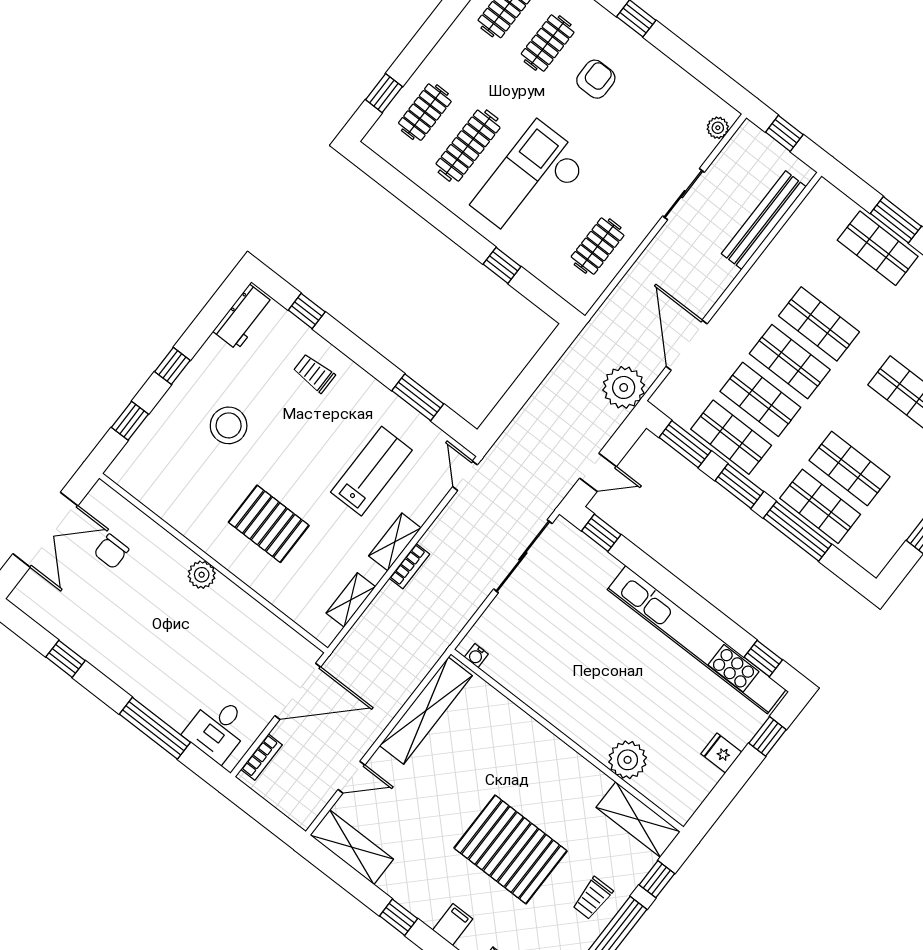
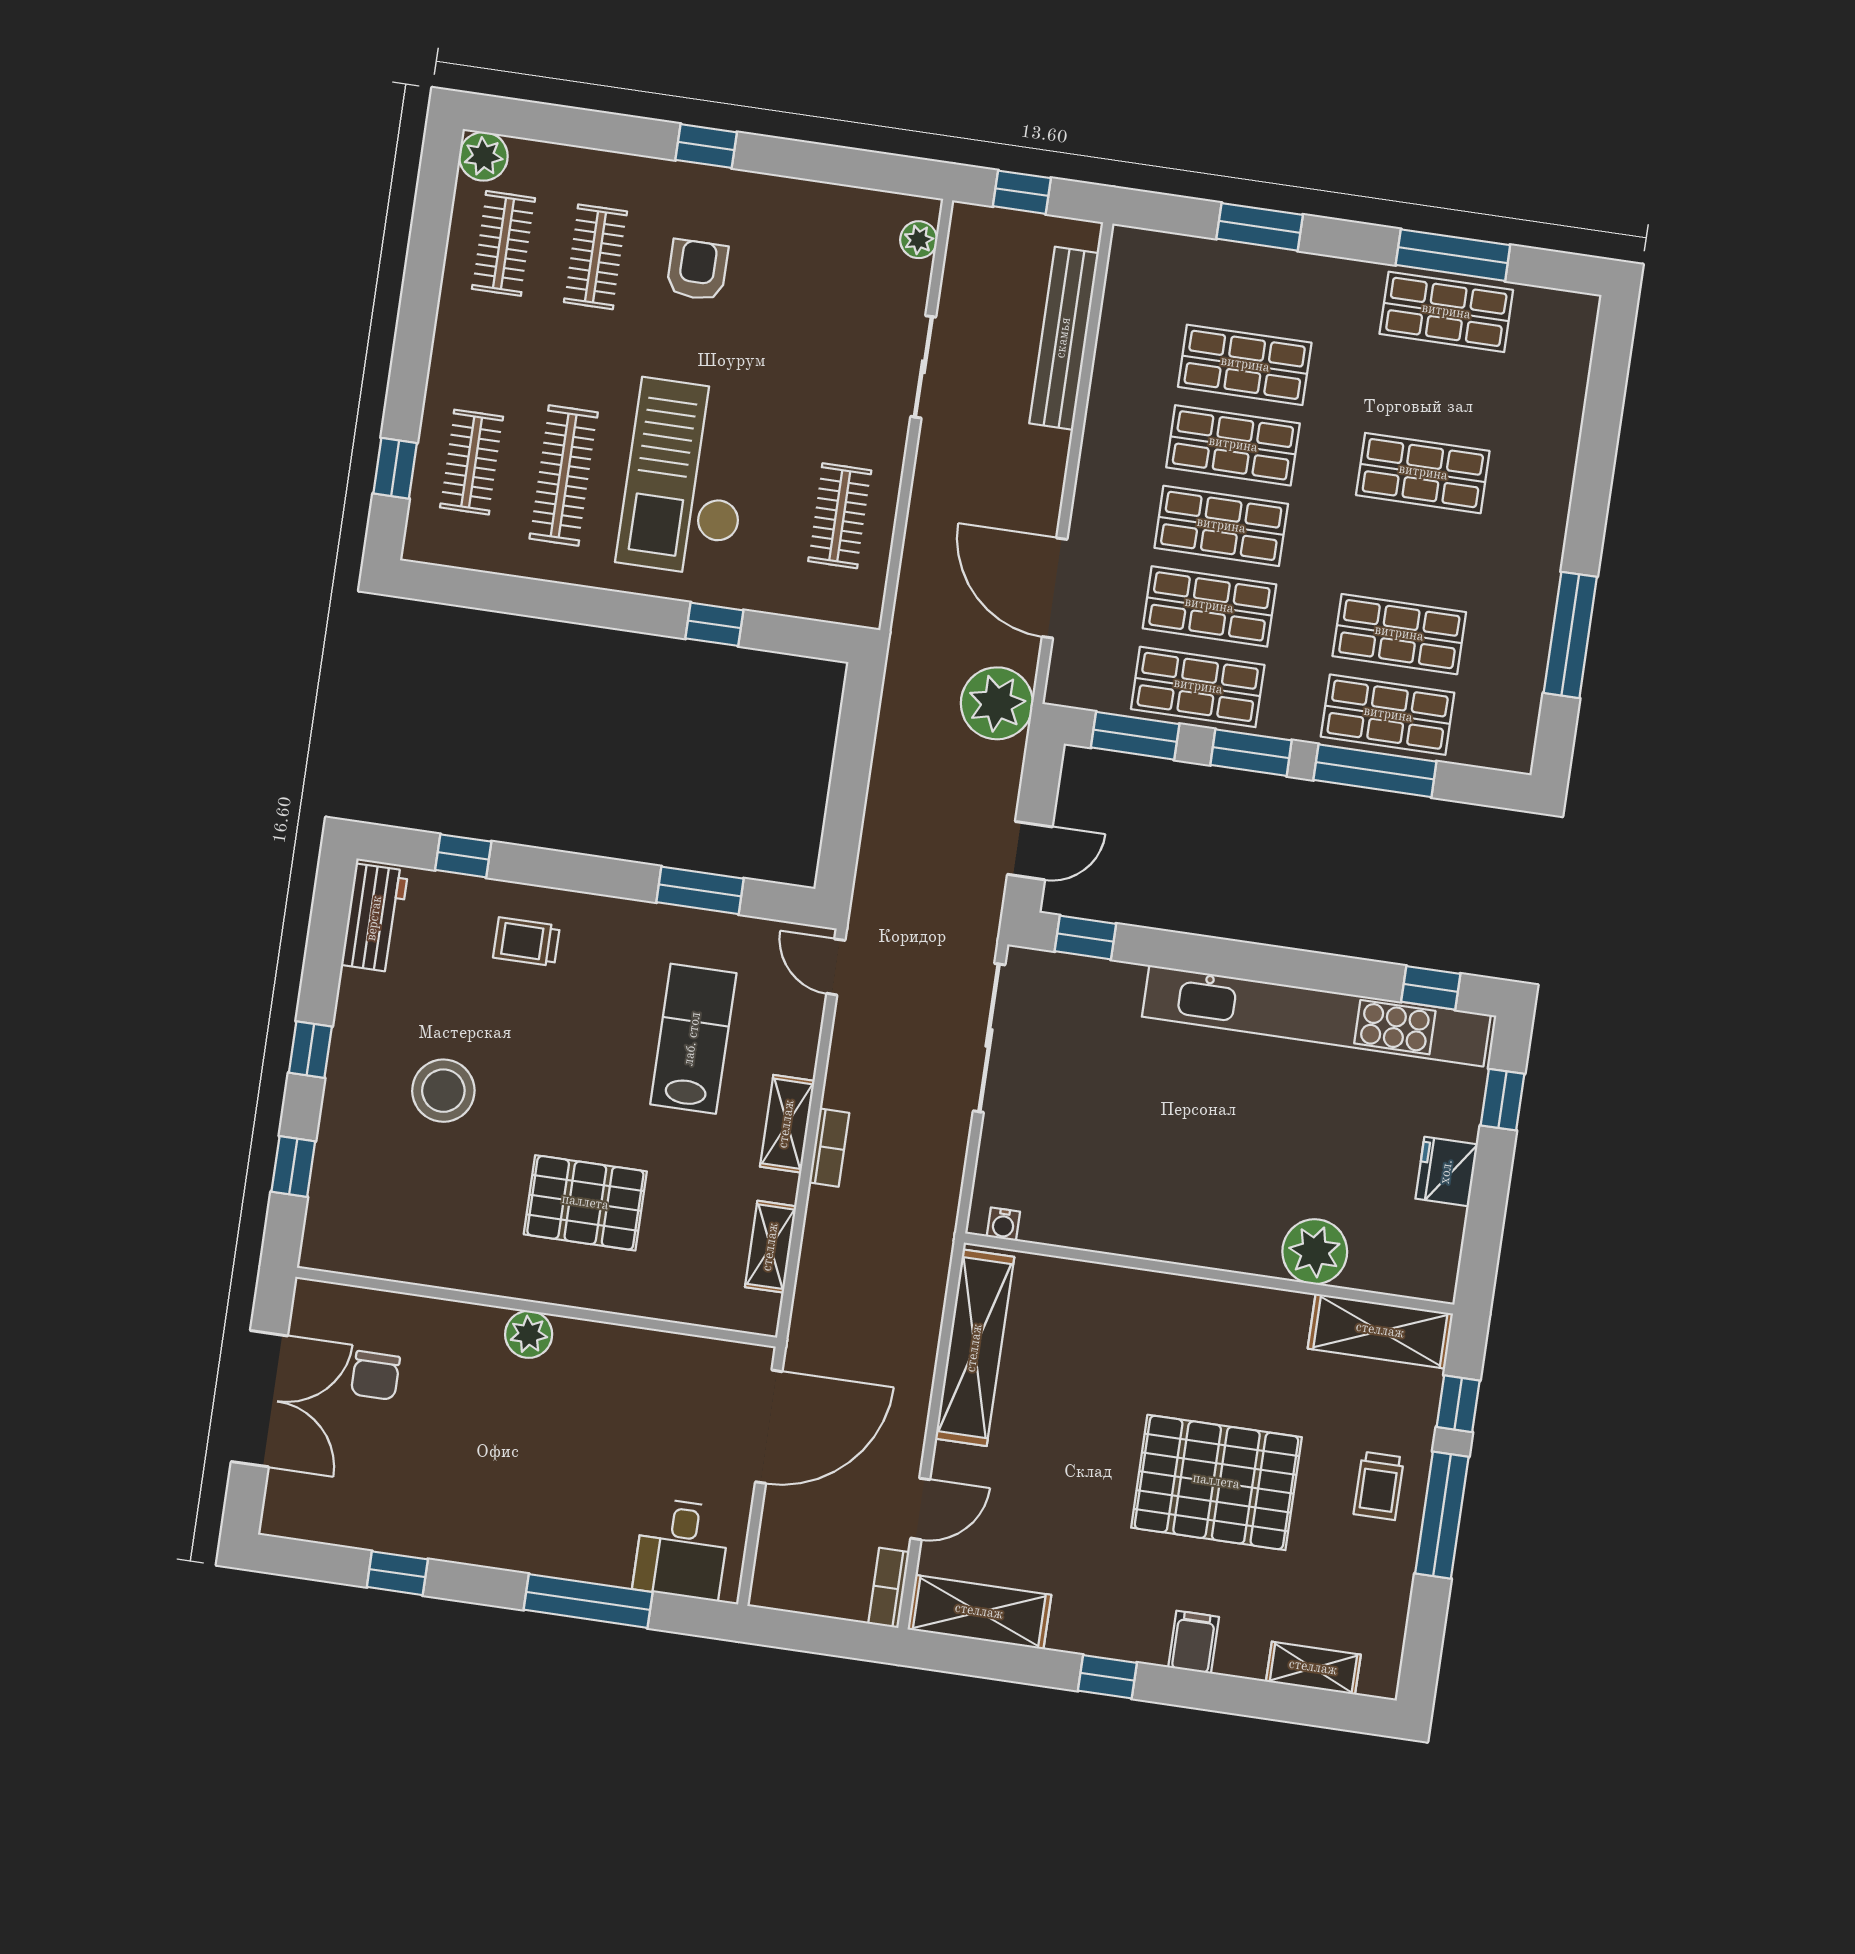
shop shelf: (878, 248) -> (1245, 365), moved
fridge: (721, 753) -> (1447, 1172), width x1.38
bookcase: (262, 757) -> (889, 1588), moved, turned 180

